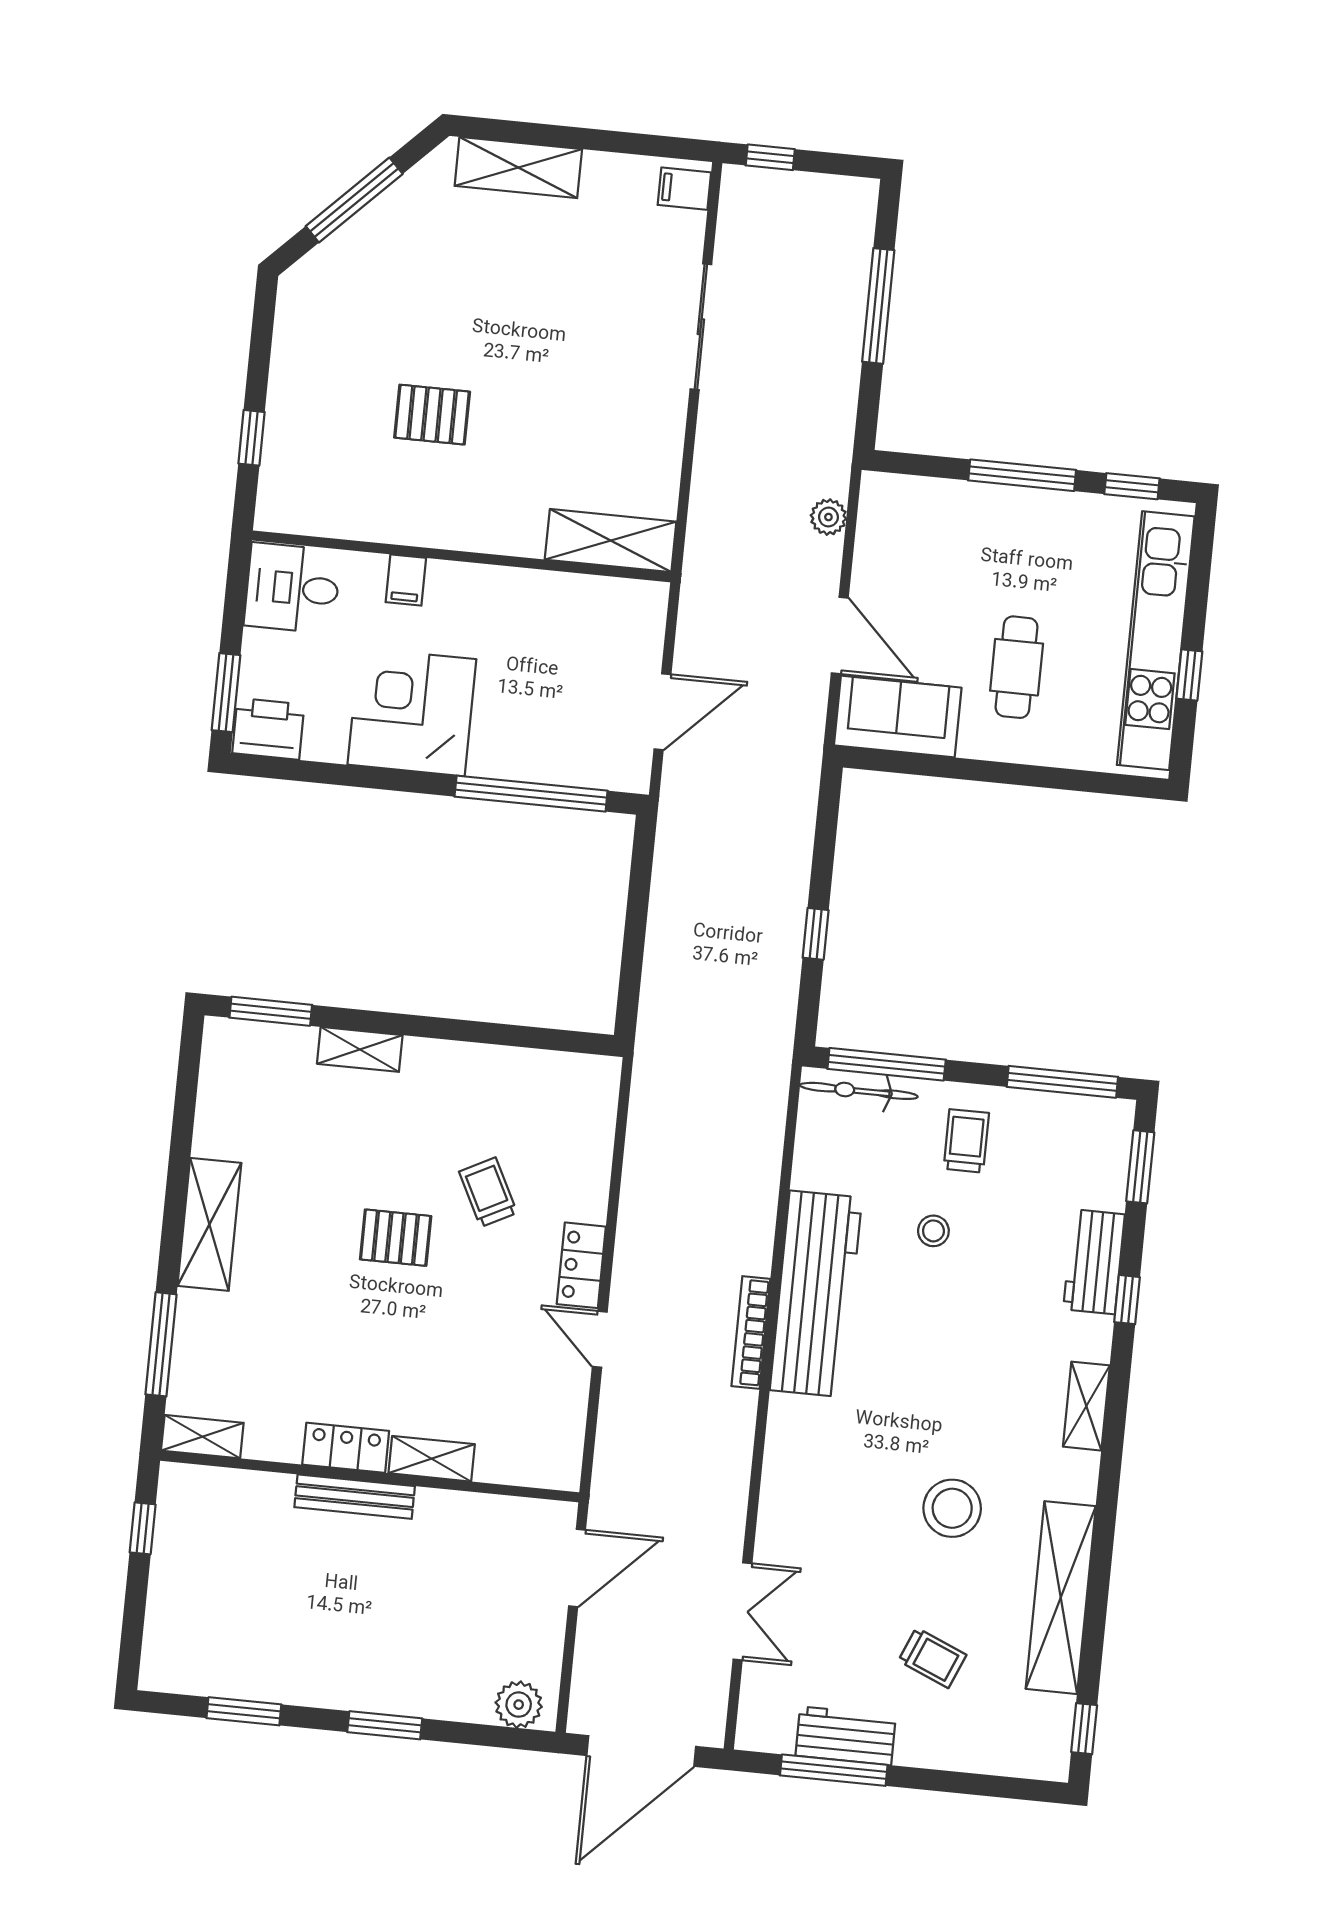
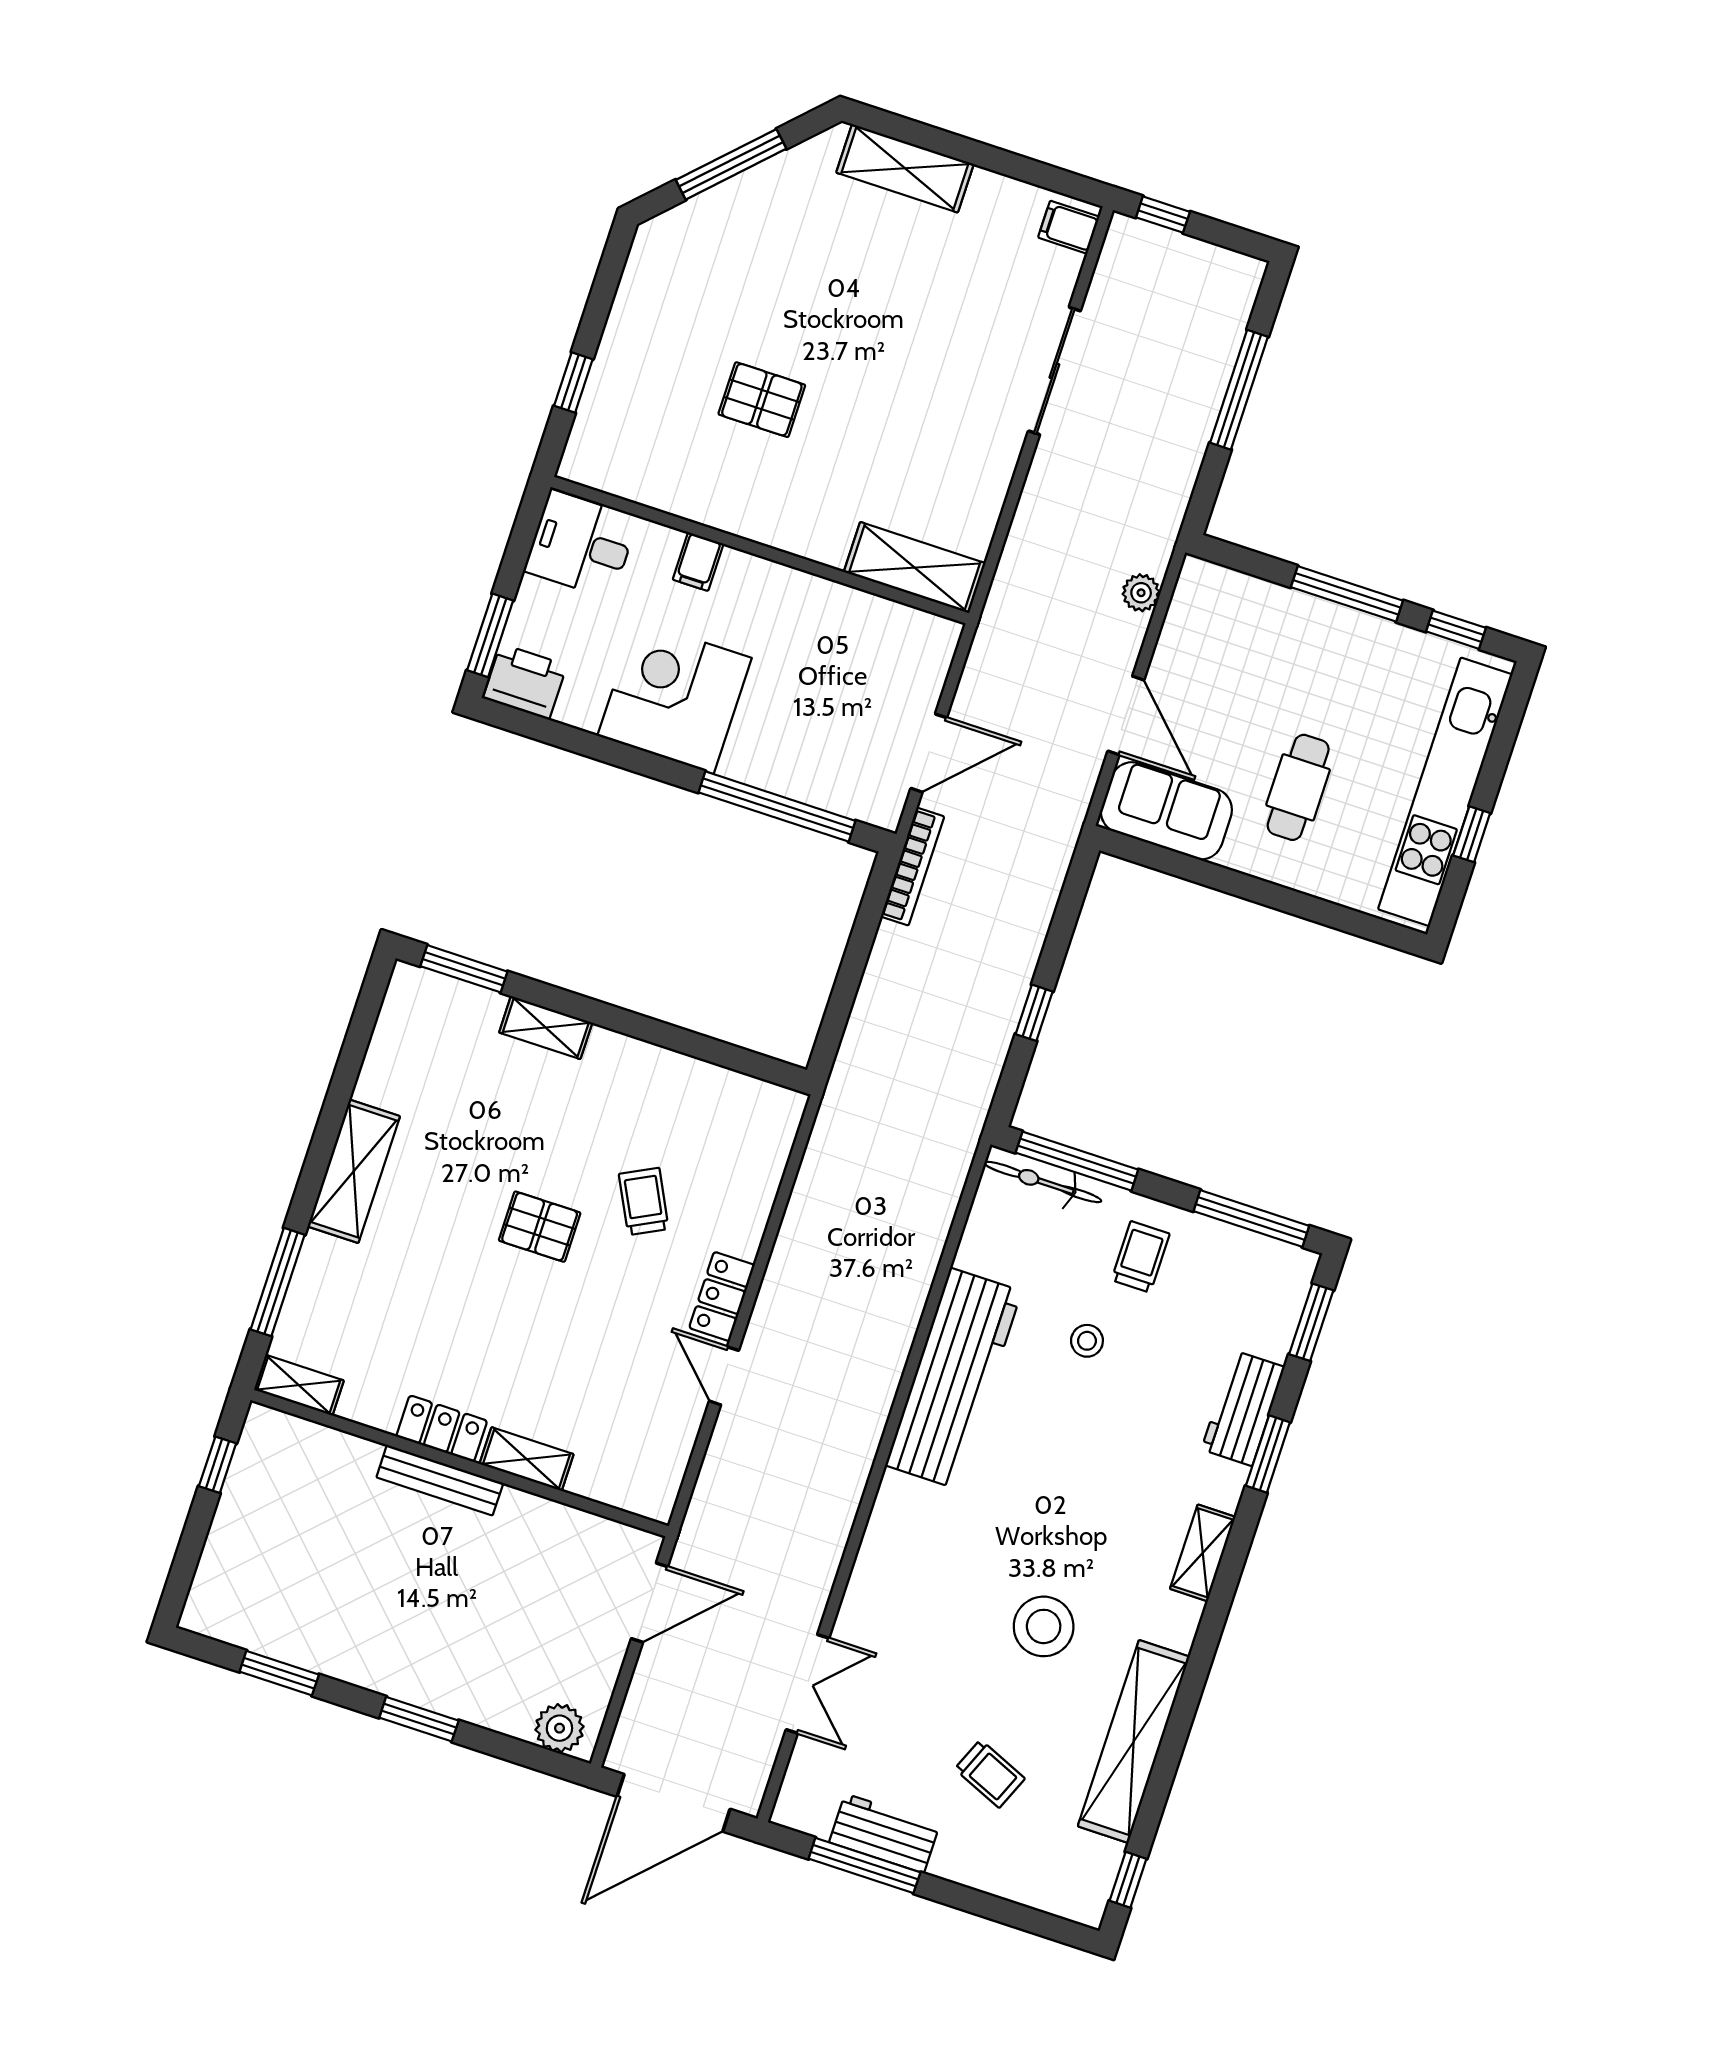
window: (1127, 1300) -> (1268, 1454), width x1.50
bookcase: (751, 1332) -> (912, 867), moved, turned 180

